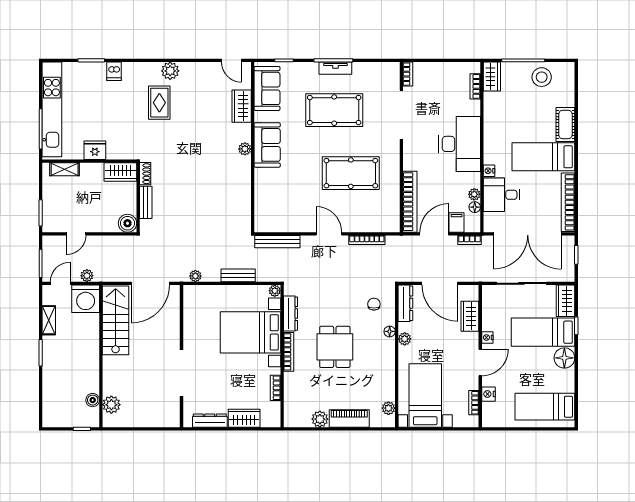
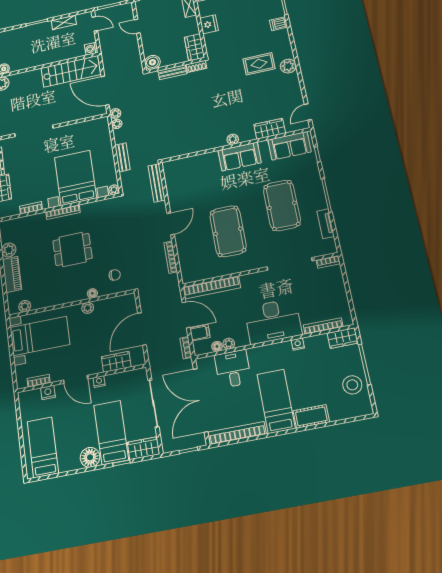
tv unit: (335, 68) -> (326, 224), moved
bookcase: (475, 86) -> (323, 326), width x1.56
nightstand: (489, 171) -> (298, 344), moved
plant: (87, 276) -> (115, 113), moved
washing machine: (86, 299) -> (91, 49), width x0.53, depth x0.53
dresser: (405, 303) -> (119, 302), removed
dresser: (291, 314) -> (96, 207), removed

